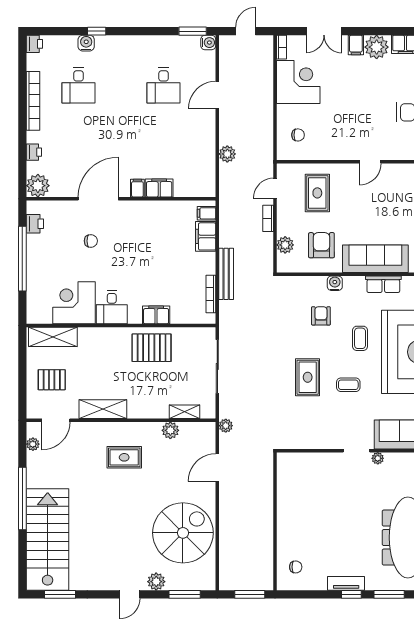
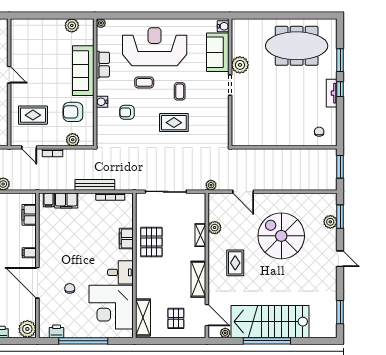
filing cabinet: (159, 188) -> (29, 215), moved
corner desk: (74, 303) -> (111, 307), width x1.36, depth x1.36
shelving: (185, 412) -> (200, 235), moved
plant: (378, 458) -> (240, 65), width x1.87, depth x1.87
spiral stairs: (183, 533) -> (281, 236), moved
stairs: (48, 539) -> (270, 322), moved
plant: (156, 582) -> (330, 222), moved

